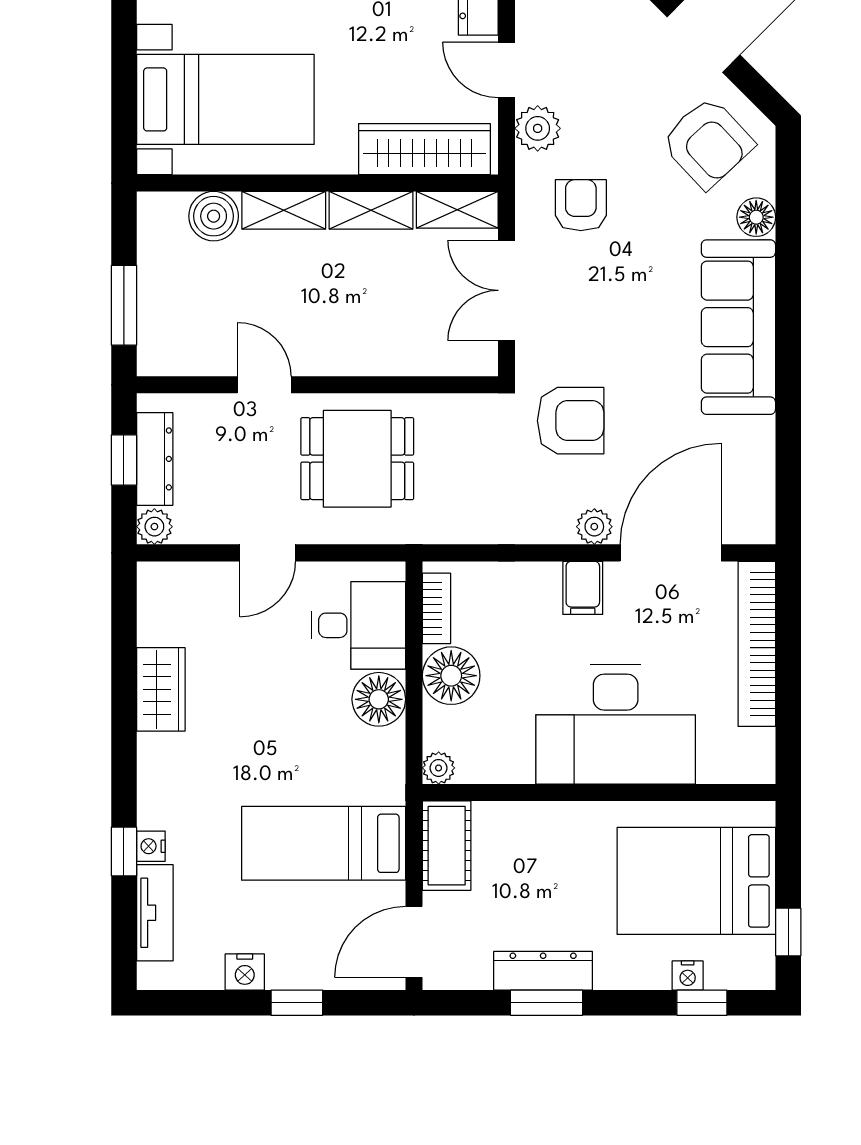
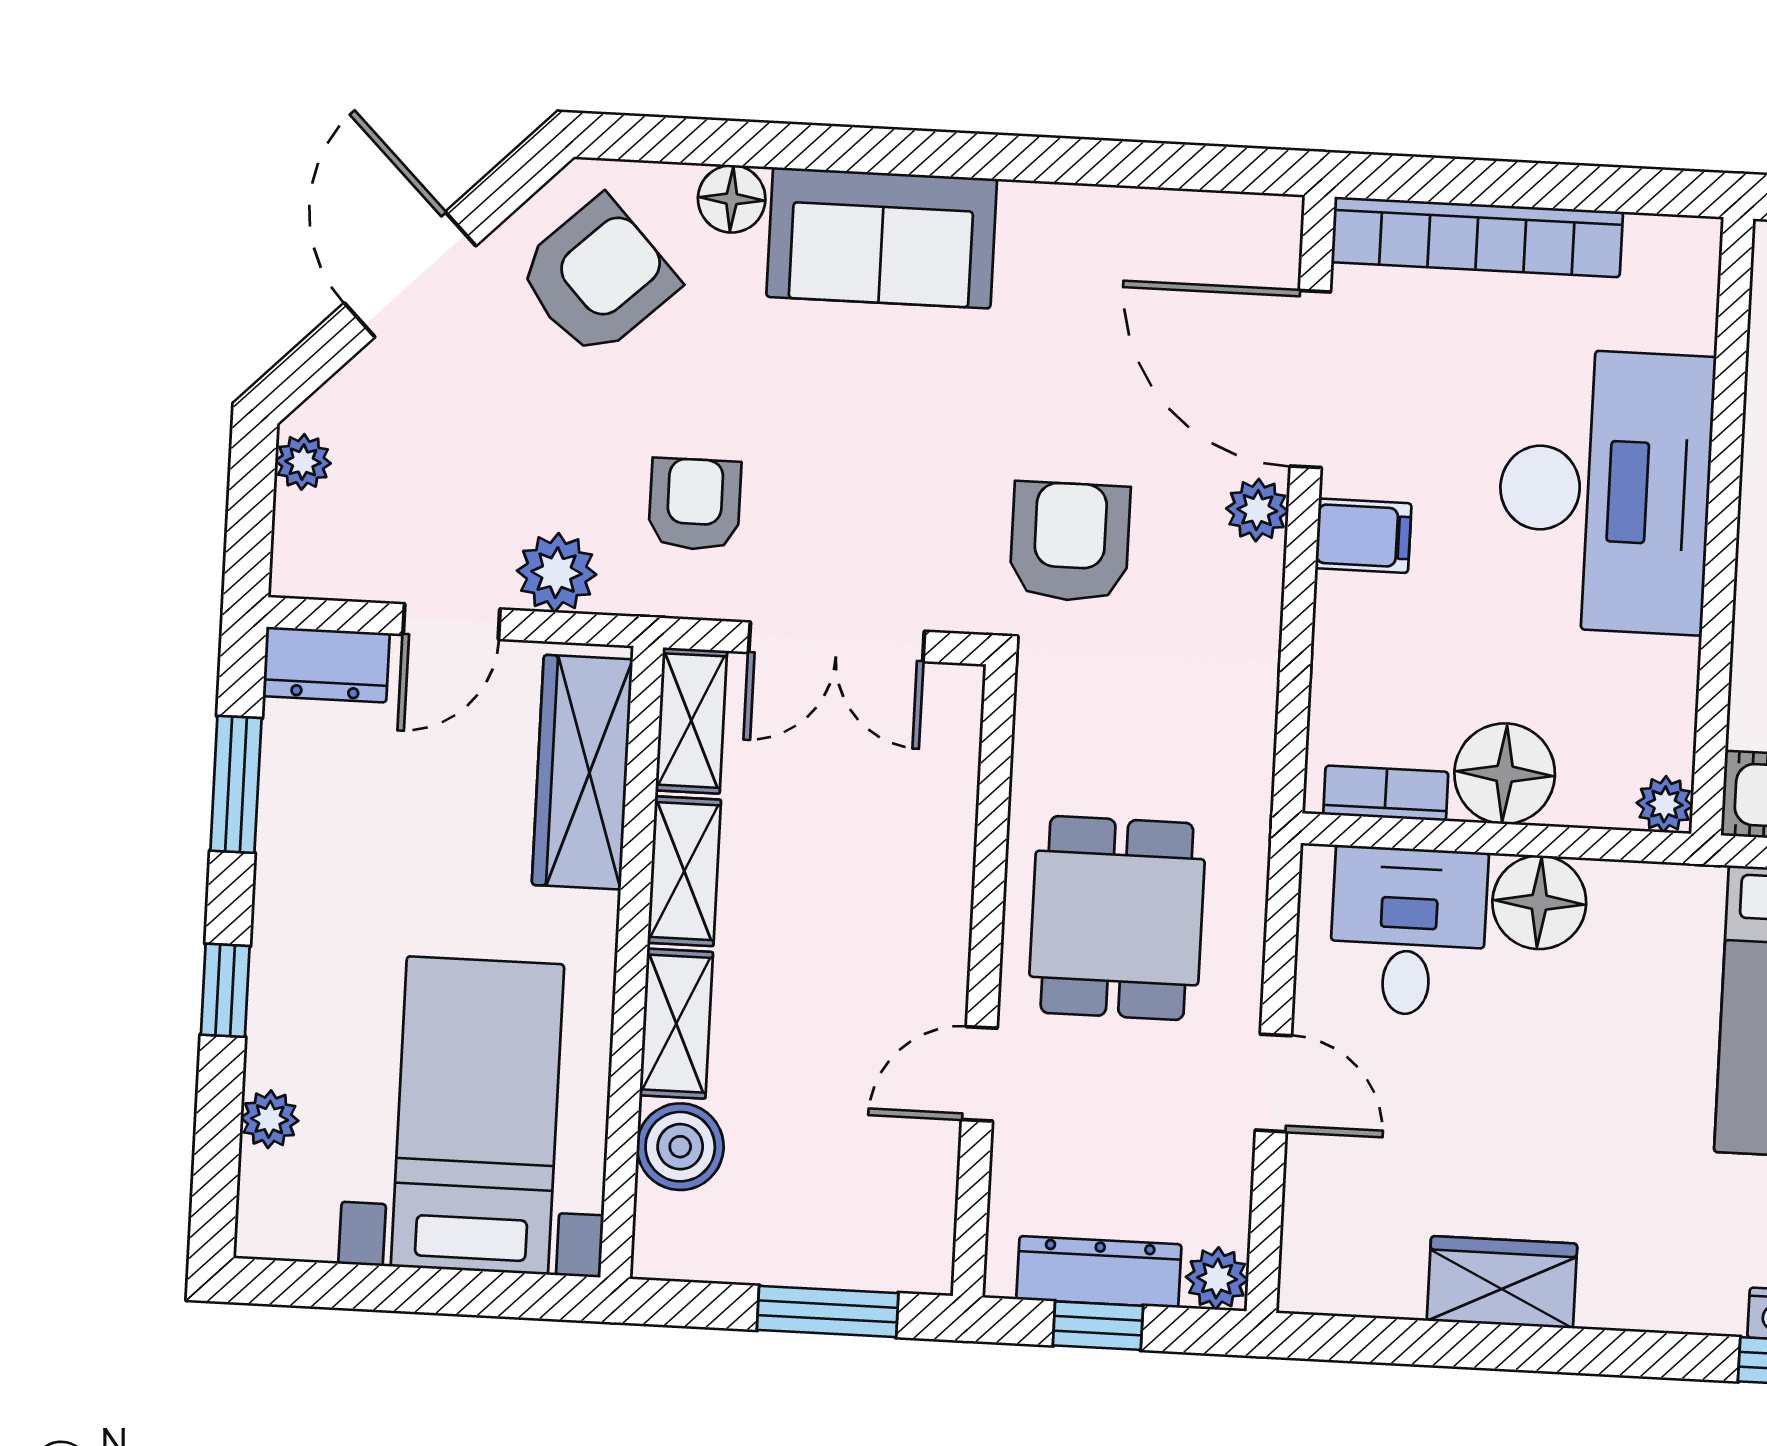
armchair: (581, 205) -> (695, 504), turned 90
sofa: (738, 327) -> (882, 238), width x0.73

